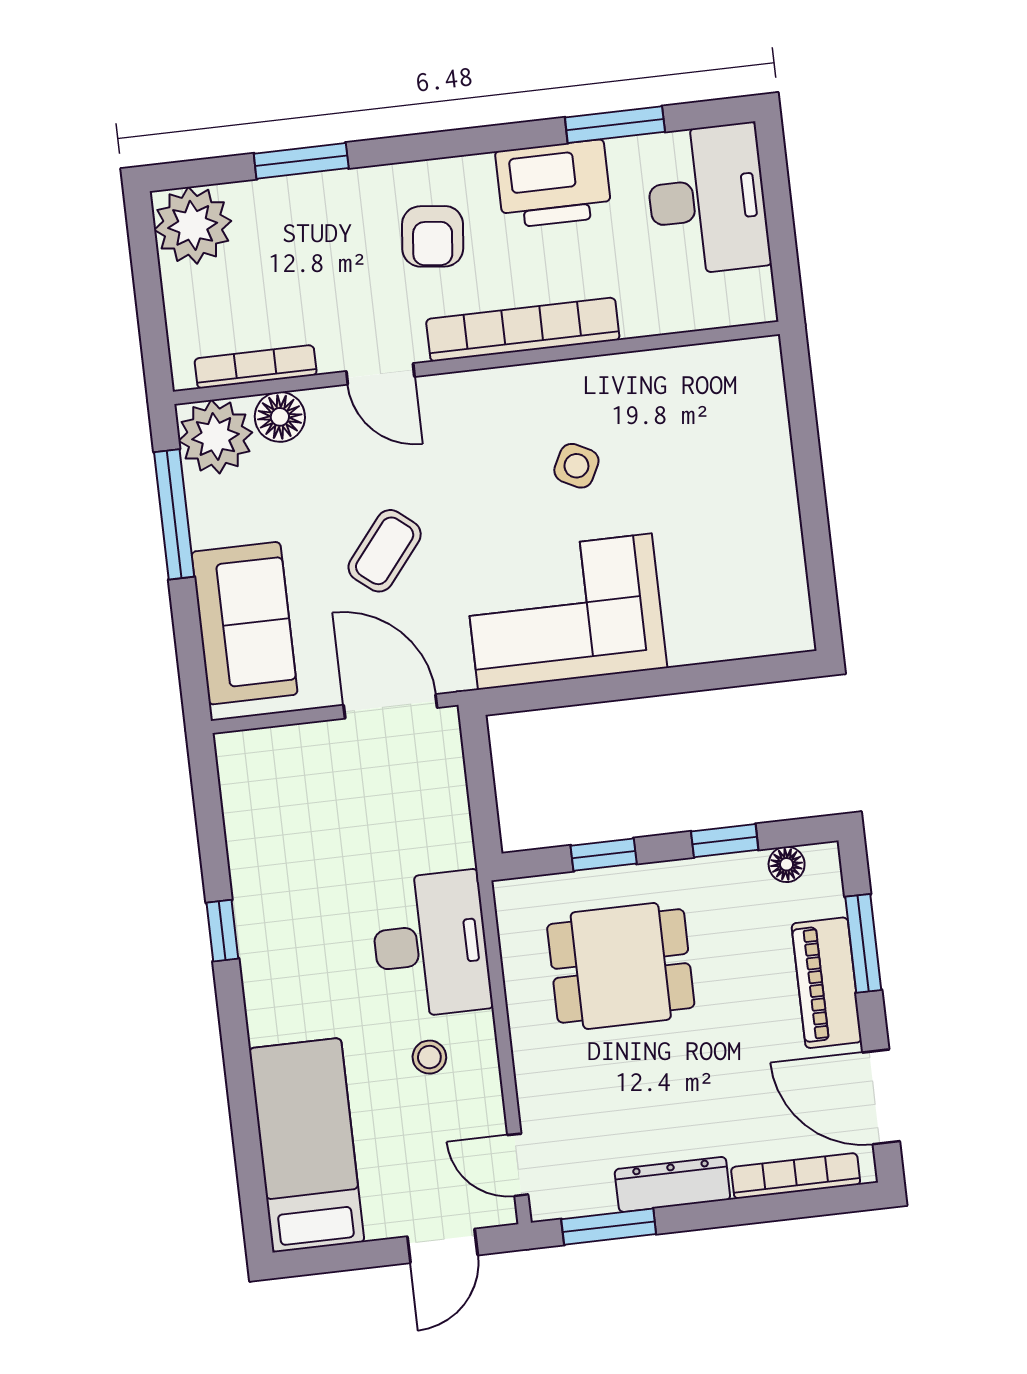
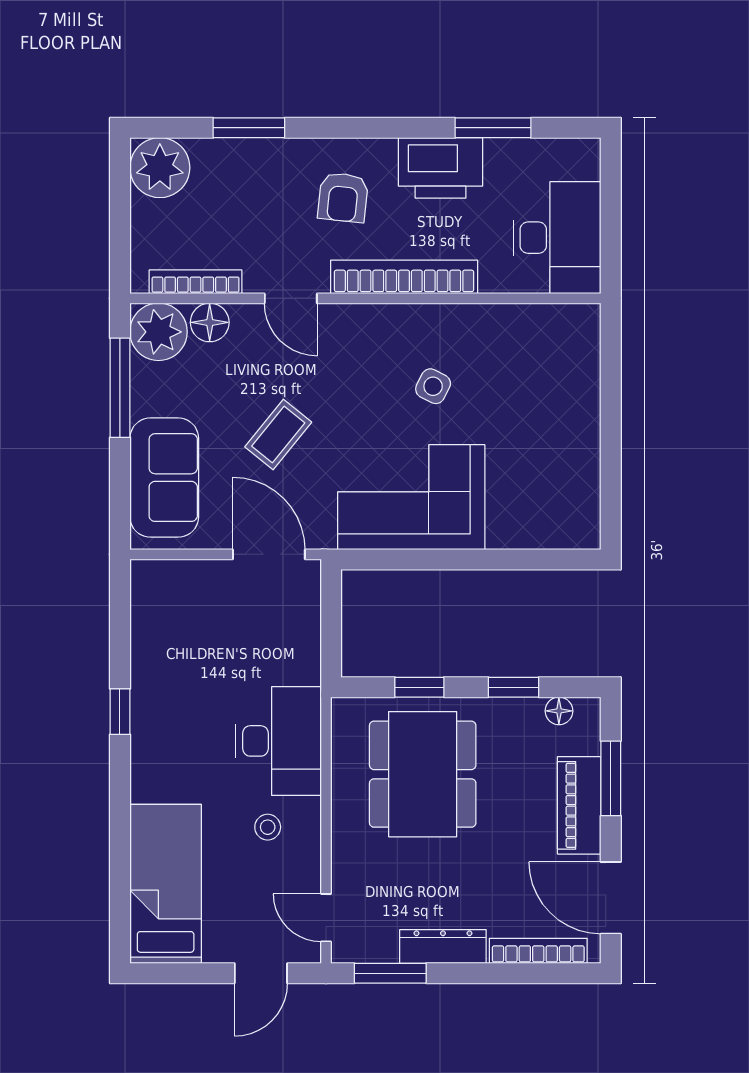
desk: (707, 200) -> (557, 238), moved
dining table: (621, 966) -> (423, 774), width x1.38

